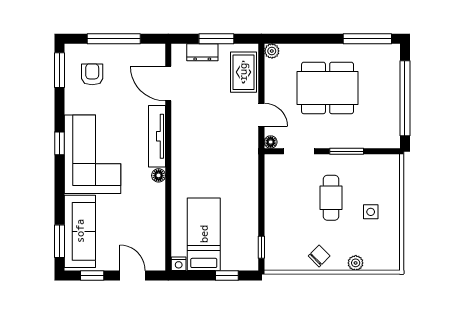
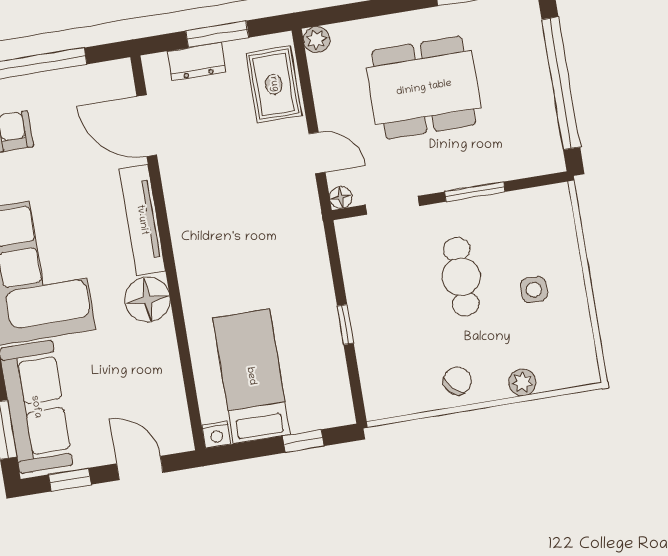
floor lamp: (159, 175) -> (148, 300), width x1.89, depth x1.89
window: (261, 247) -> (345, 325), moved

